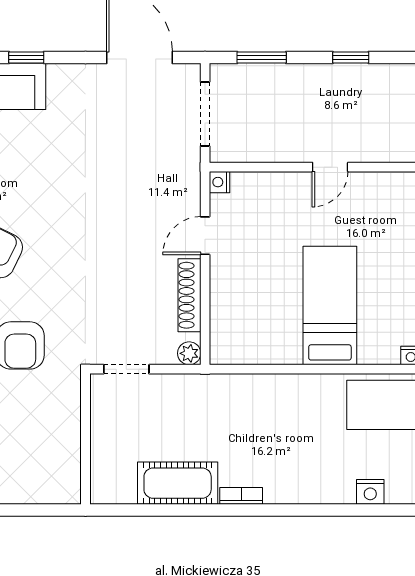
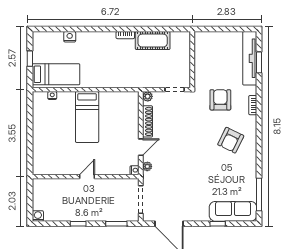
plant: (190, 191) -> (147, 166), added

